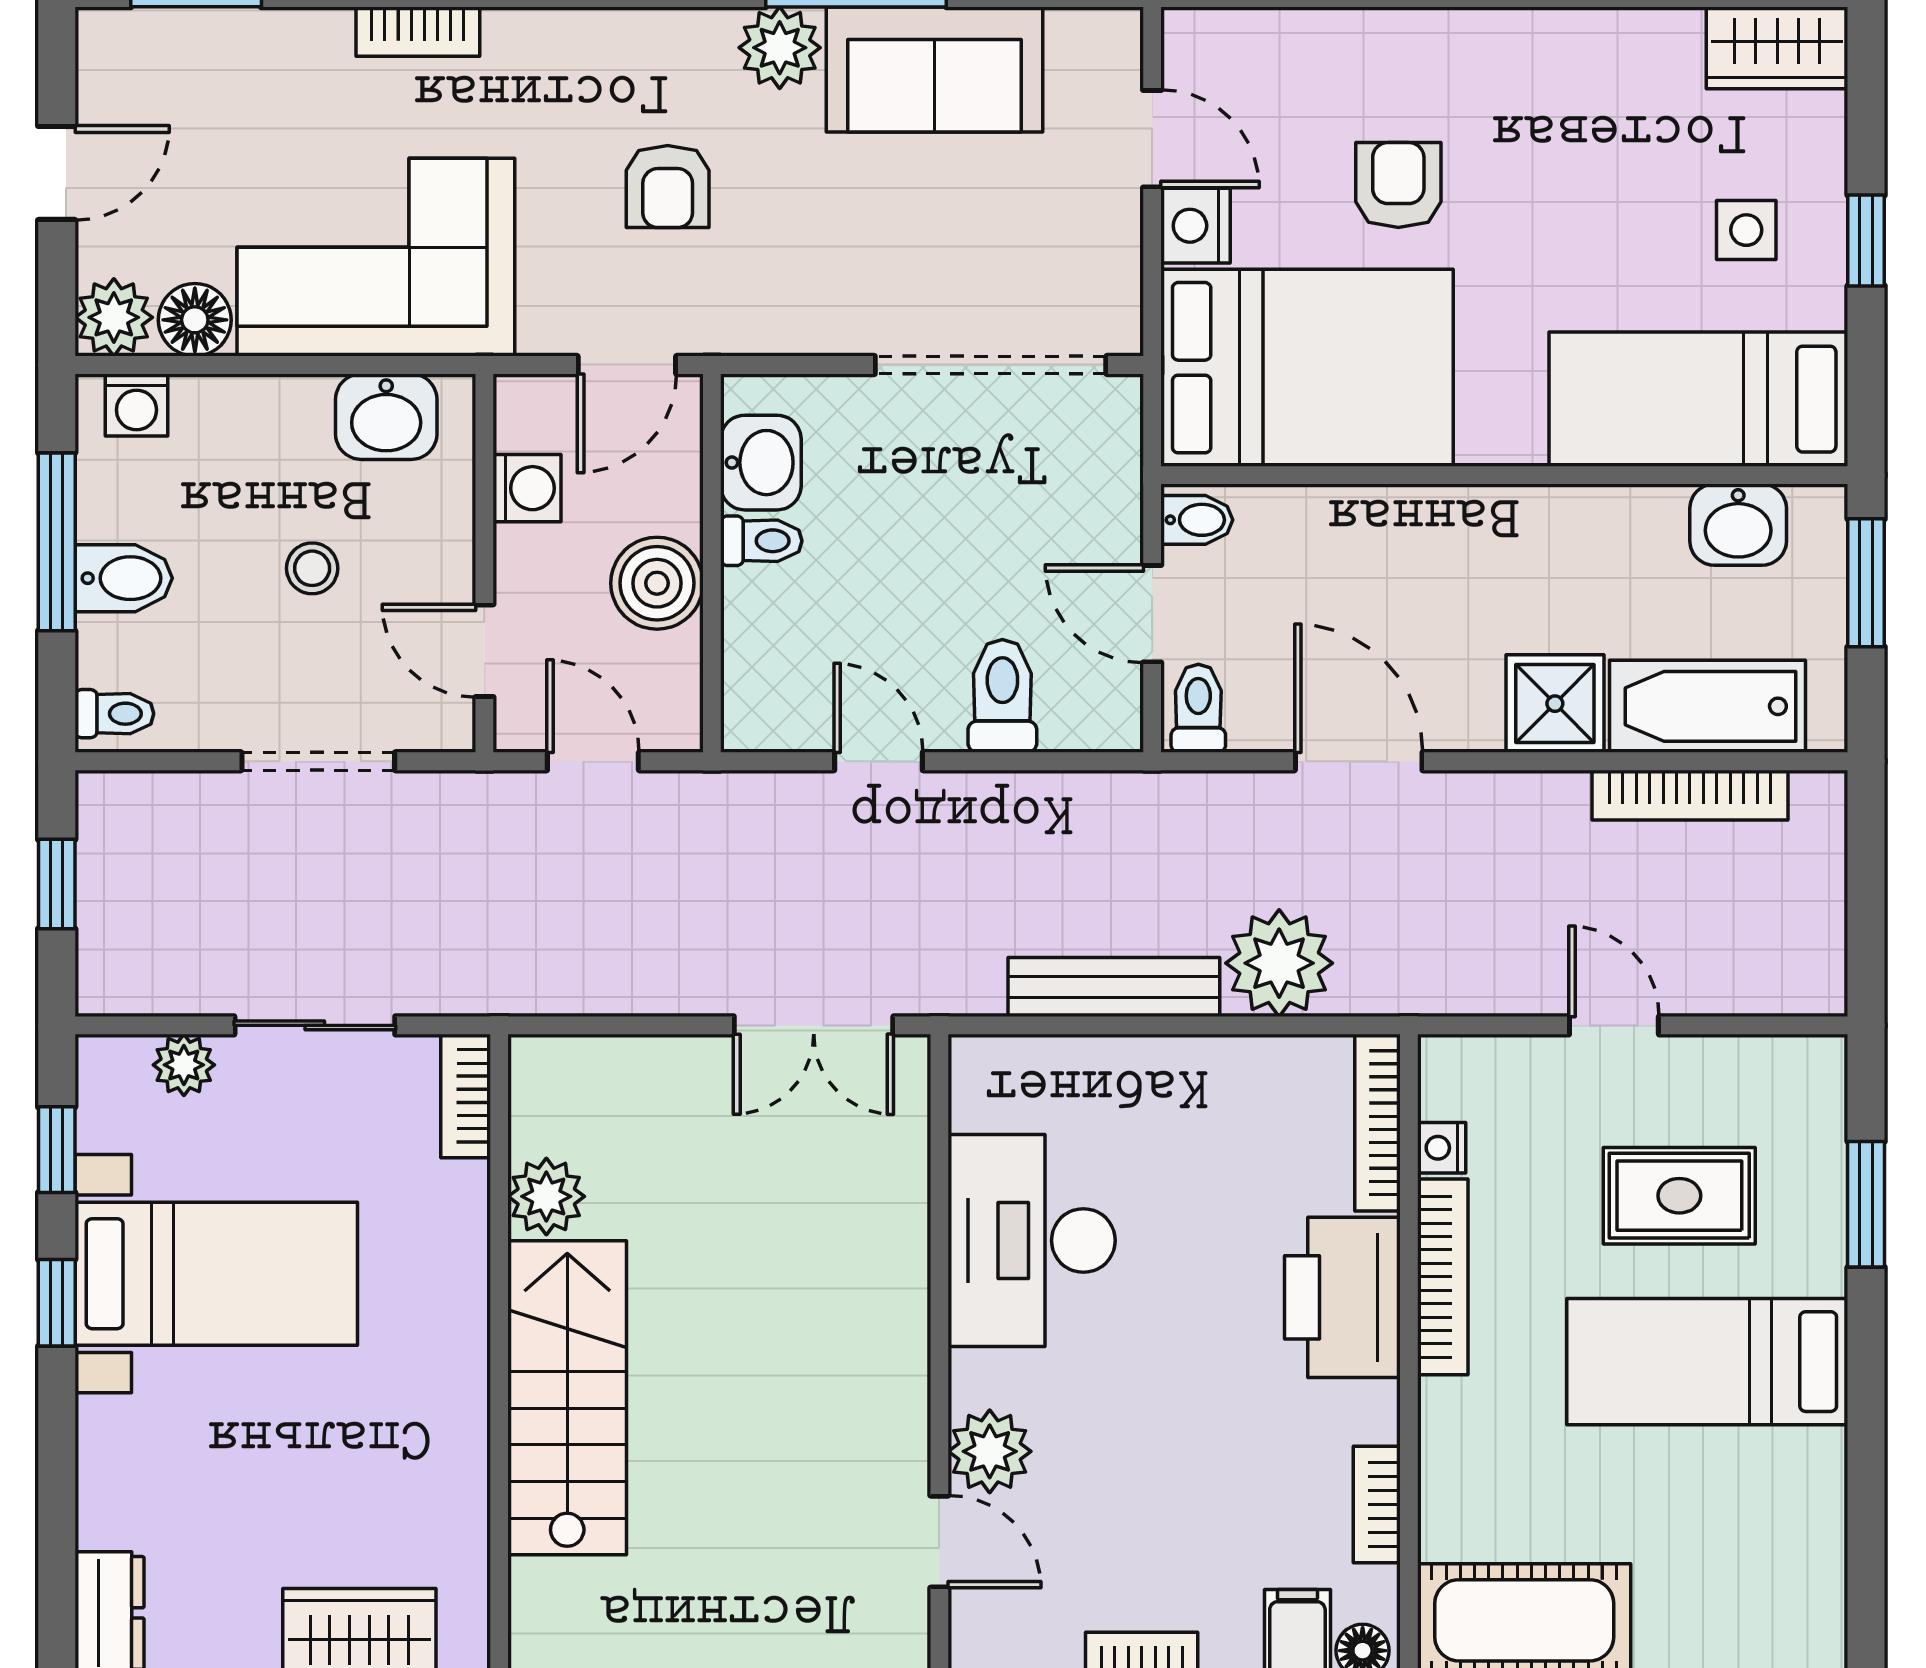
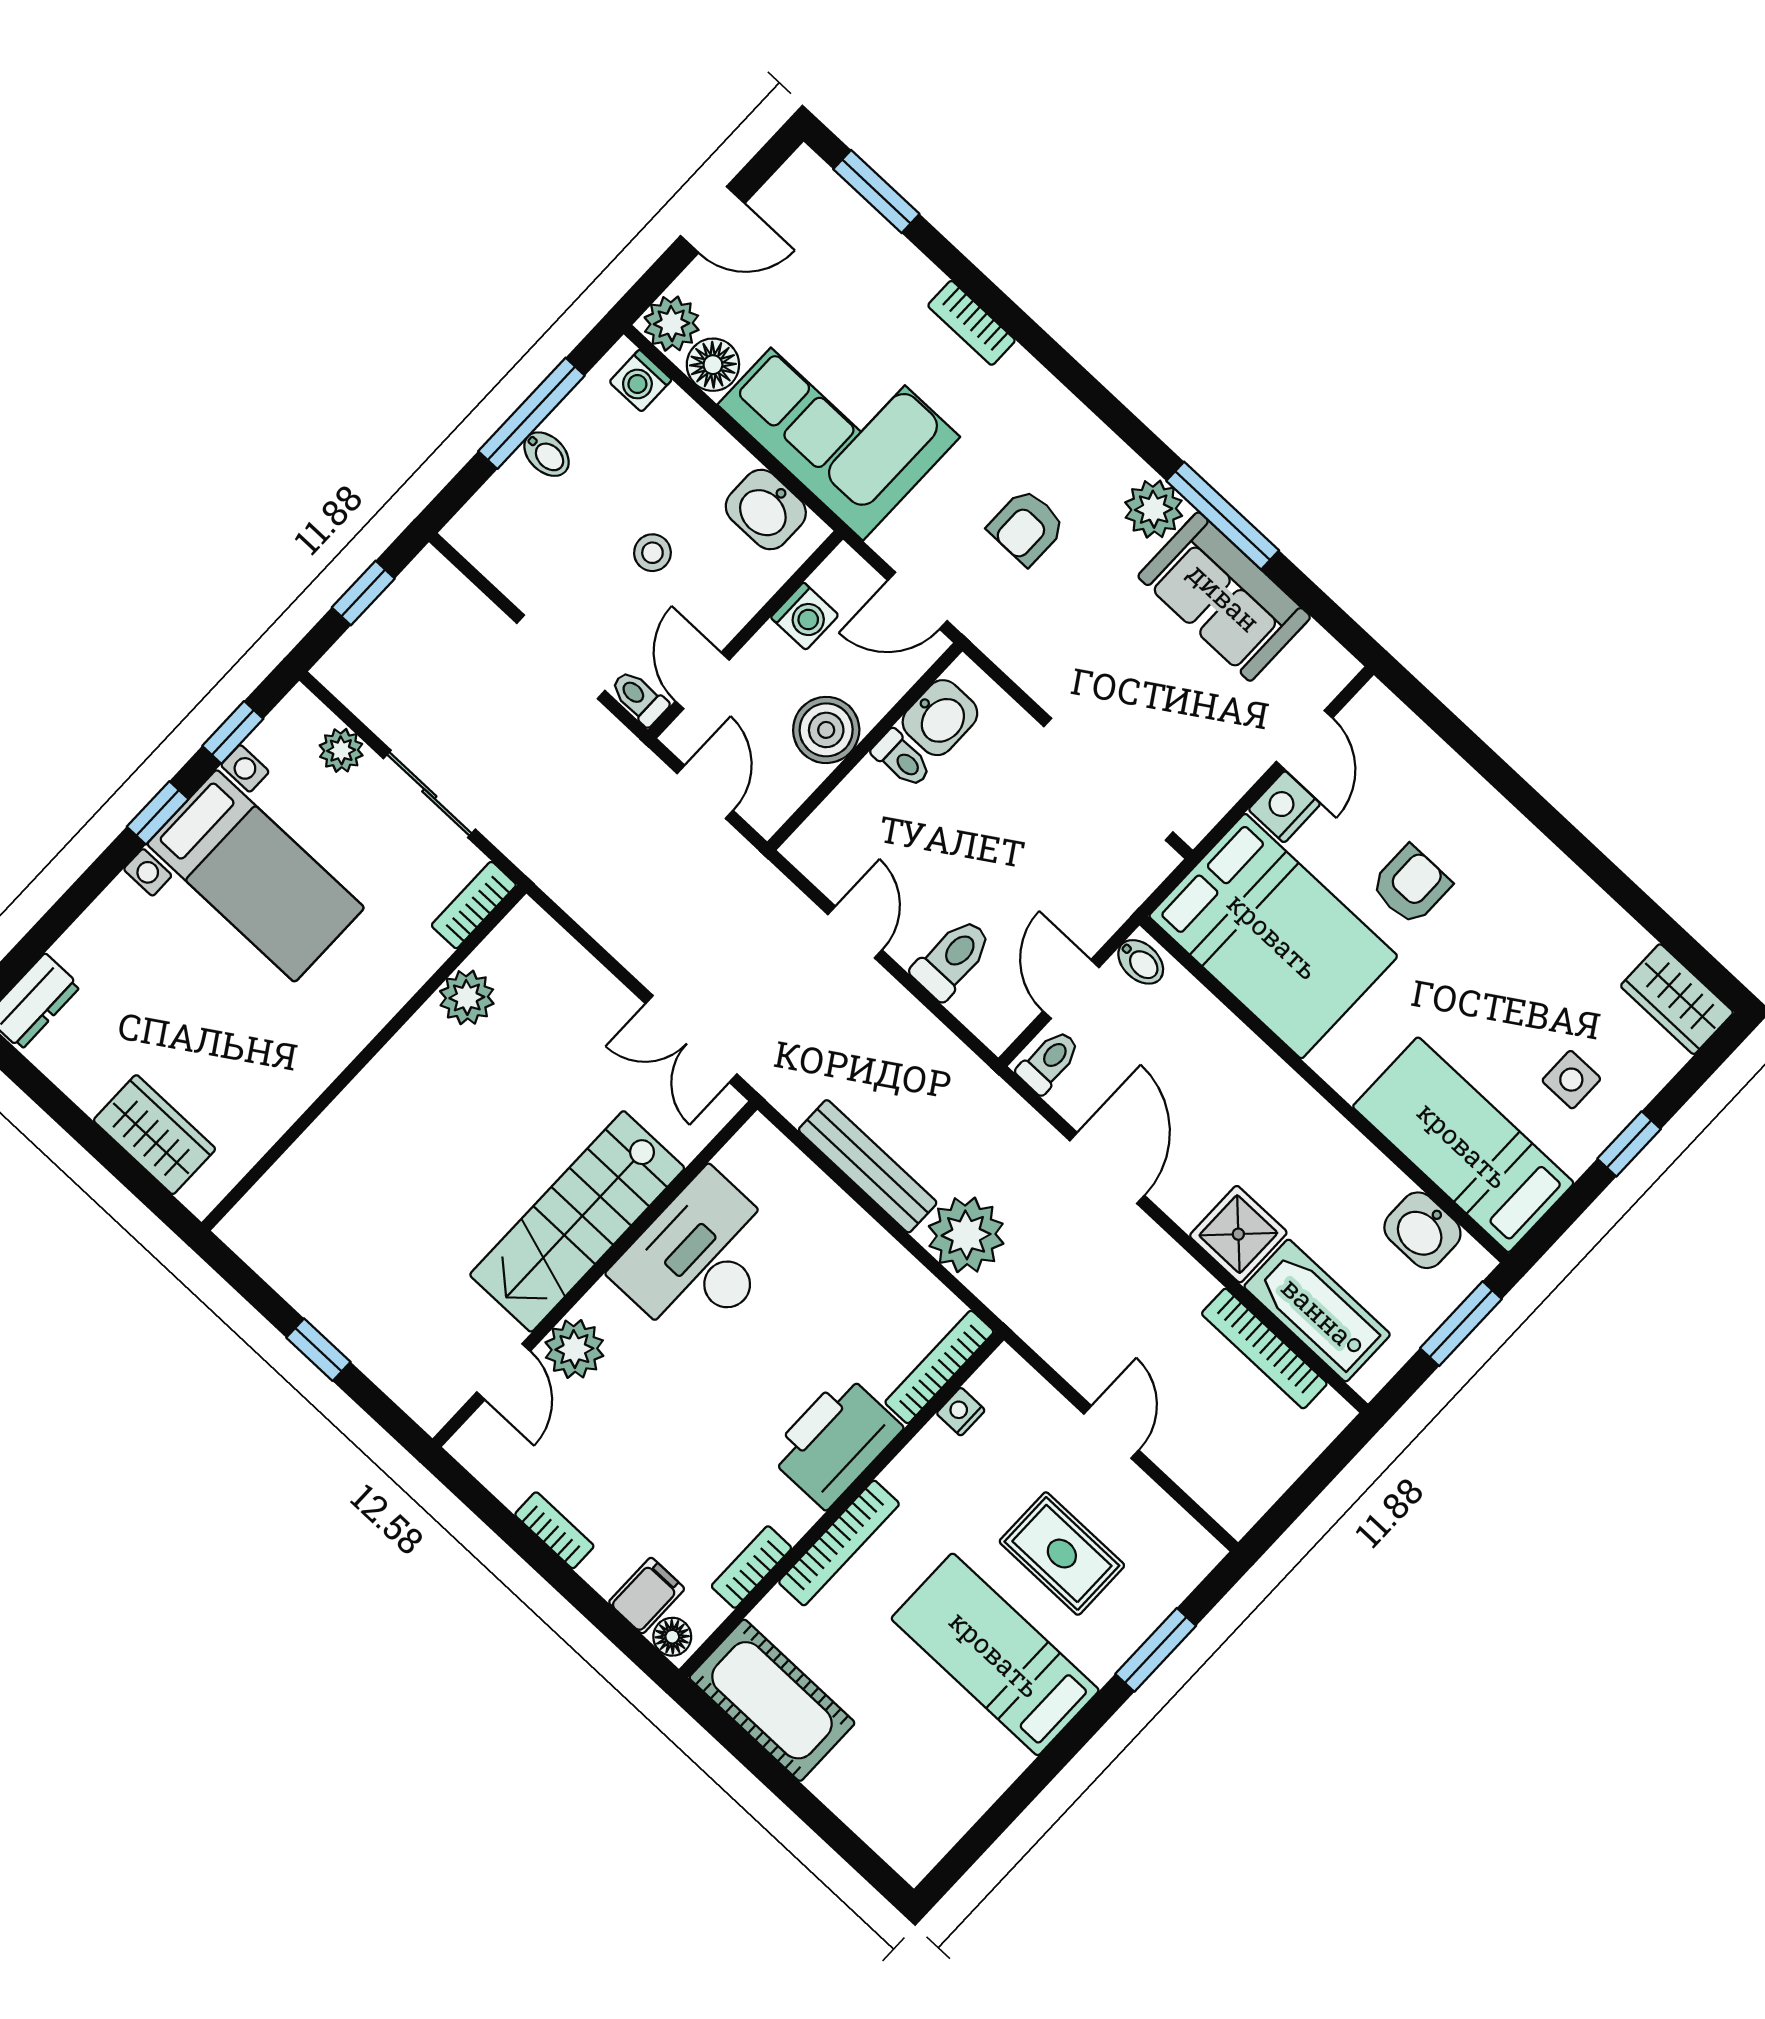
bidet: (124, 578) -> (547, 454), width x0.72, depth x0.74
toilet: (114, 714) -> (639, 698), moved, turned 180
bookcase: (1443, 1277) -> (839, 1543), moved
stairs: (567, 1398) -> (577, 1221), moved, turned 180

